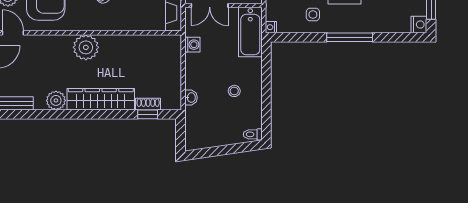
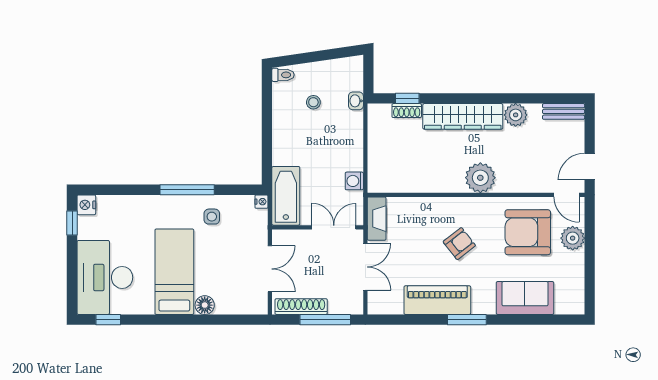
window: (350, 37) -> (187, 190), moved
stool: (234, 91) -> (313, 102), moved
washbasin: (191, 98) -> (356, 101), moved

